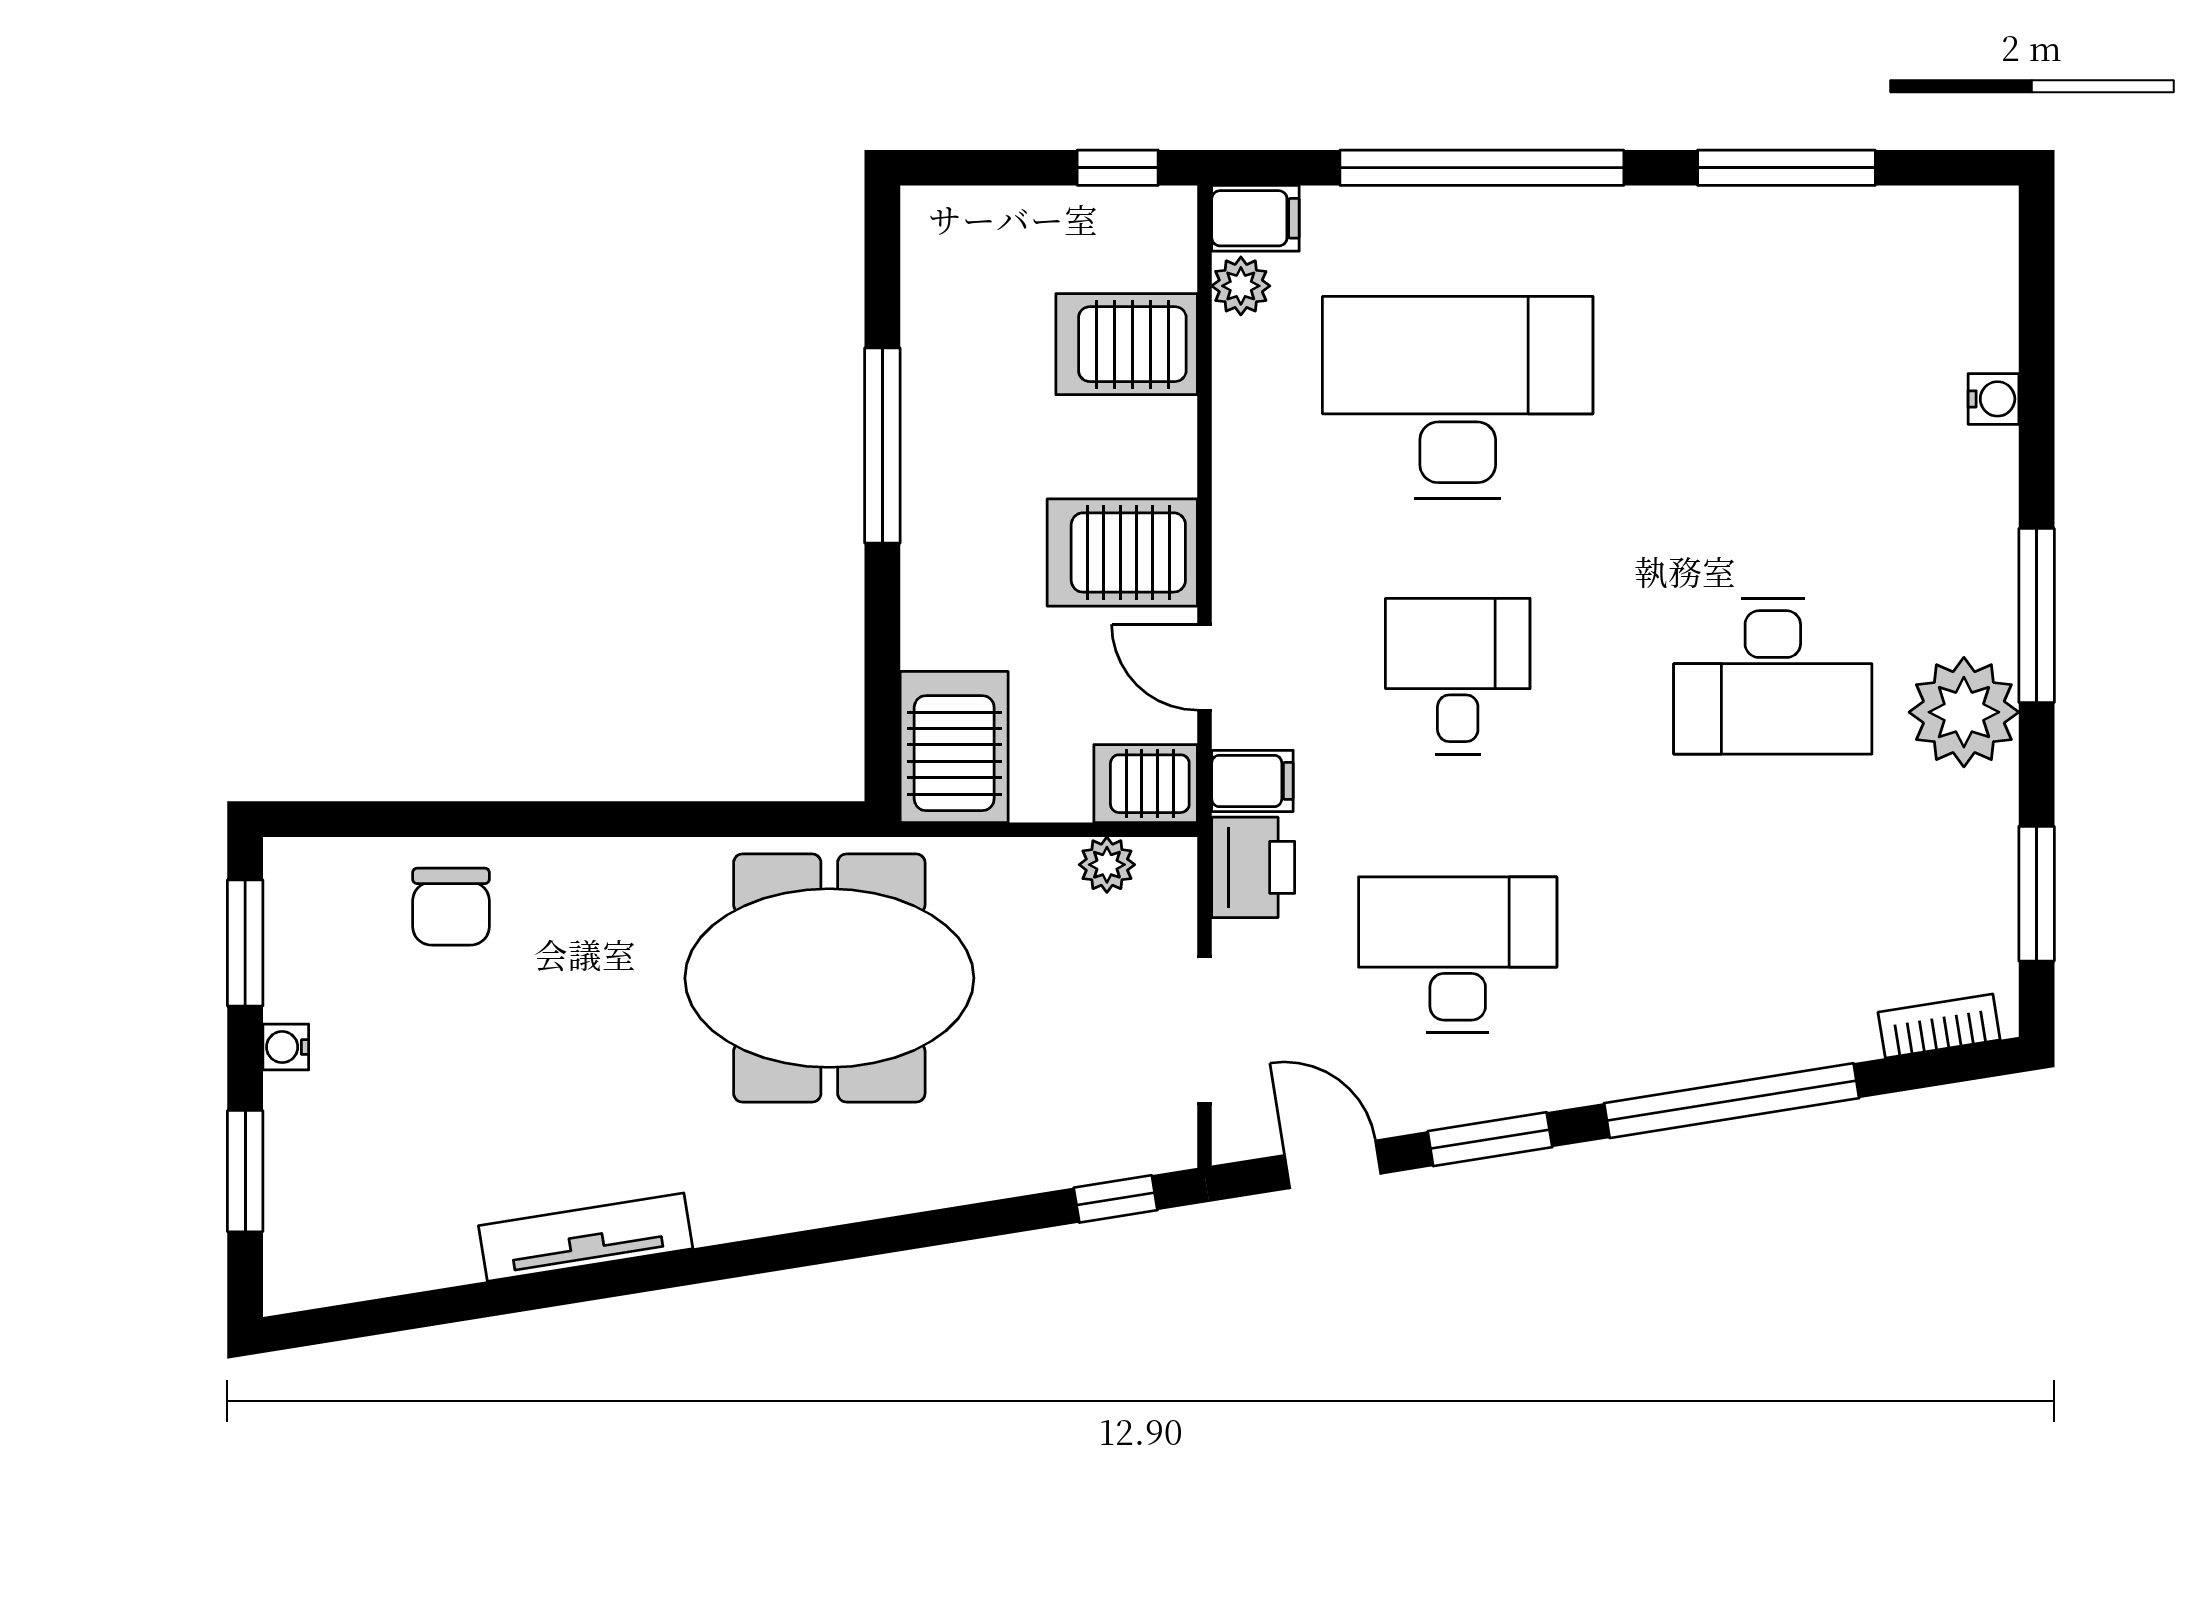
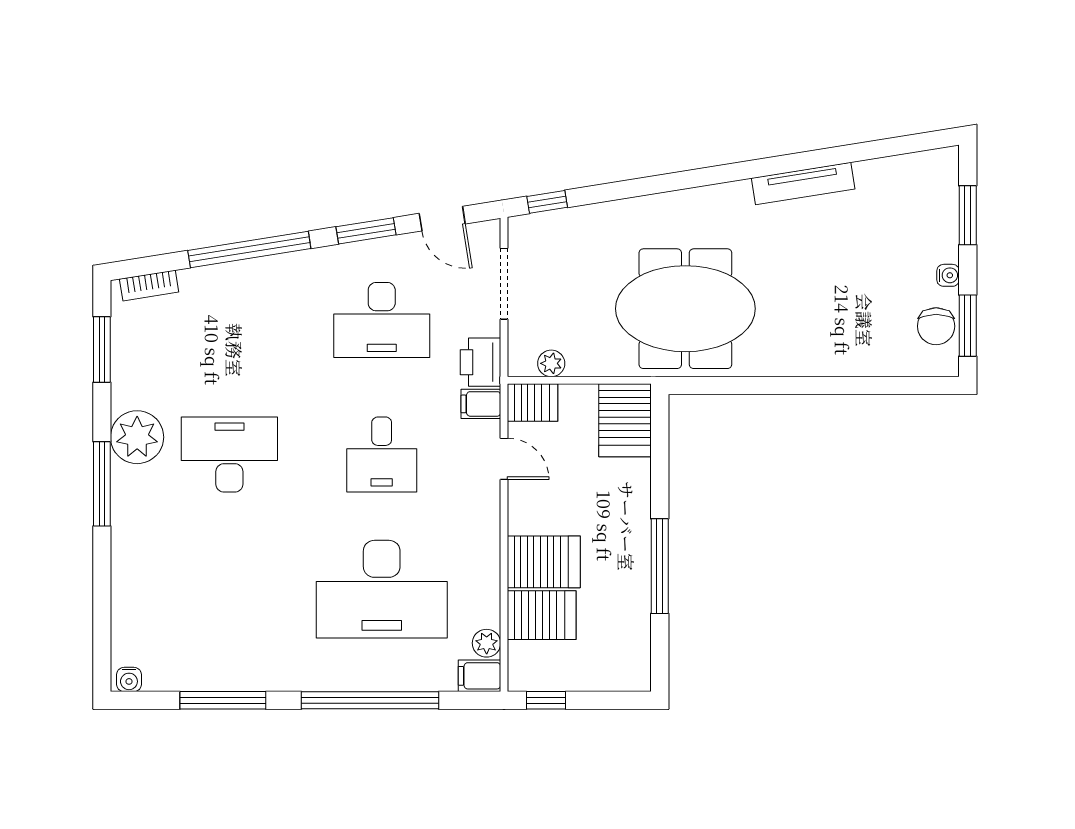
water cooler: (1993, 399) -> (129, 679), moved, turned -90
server rack: (1122, 552) -> (544, 562), moved
chair: (451, 907) -> (936, 326), moved, turned 180

